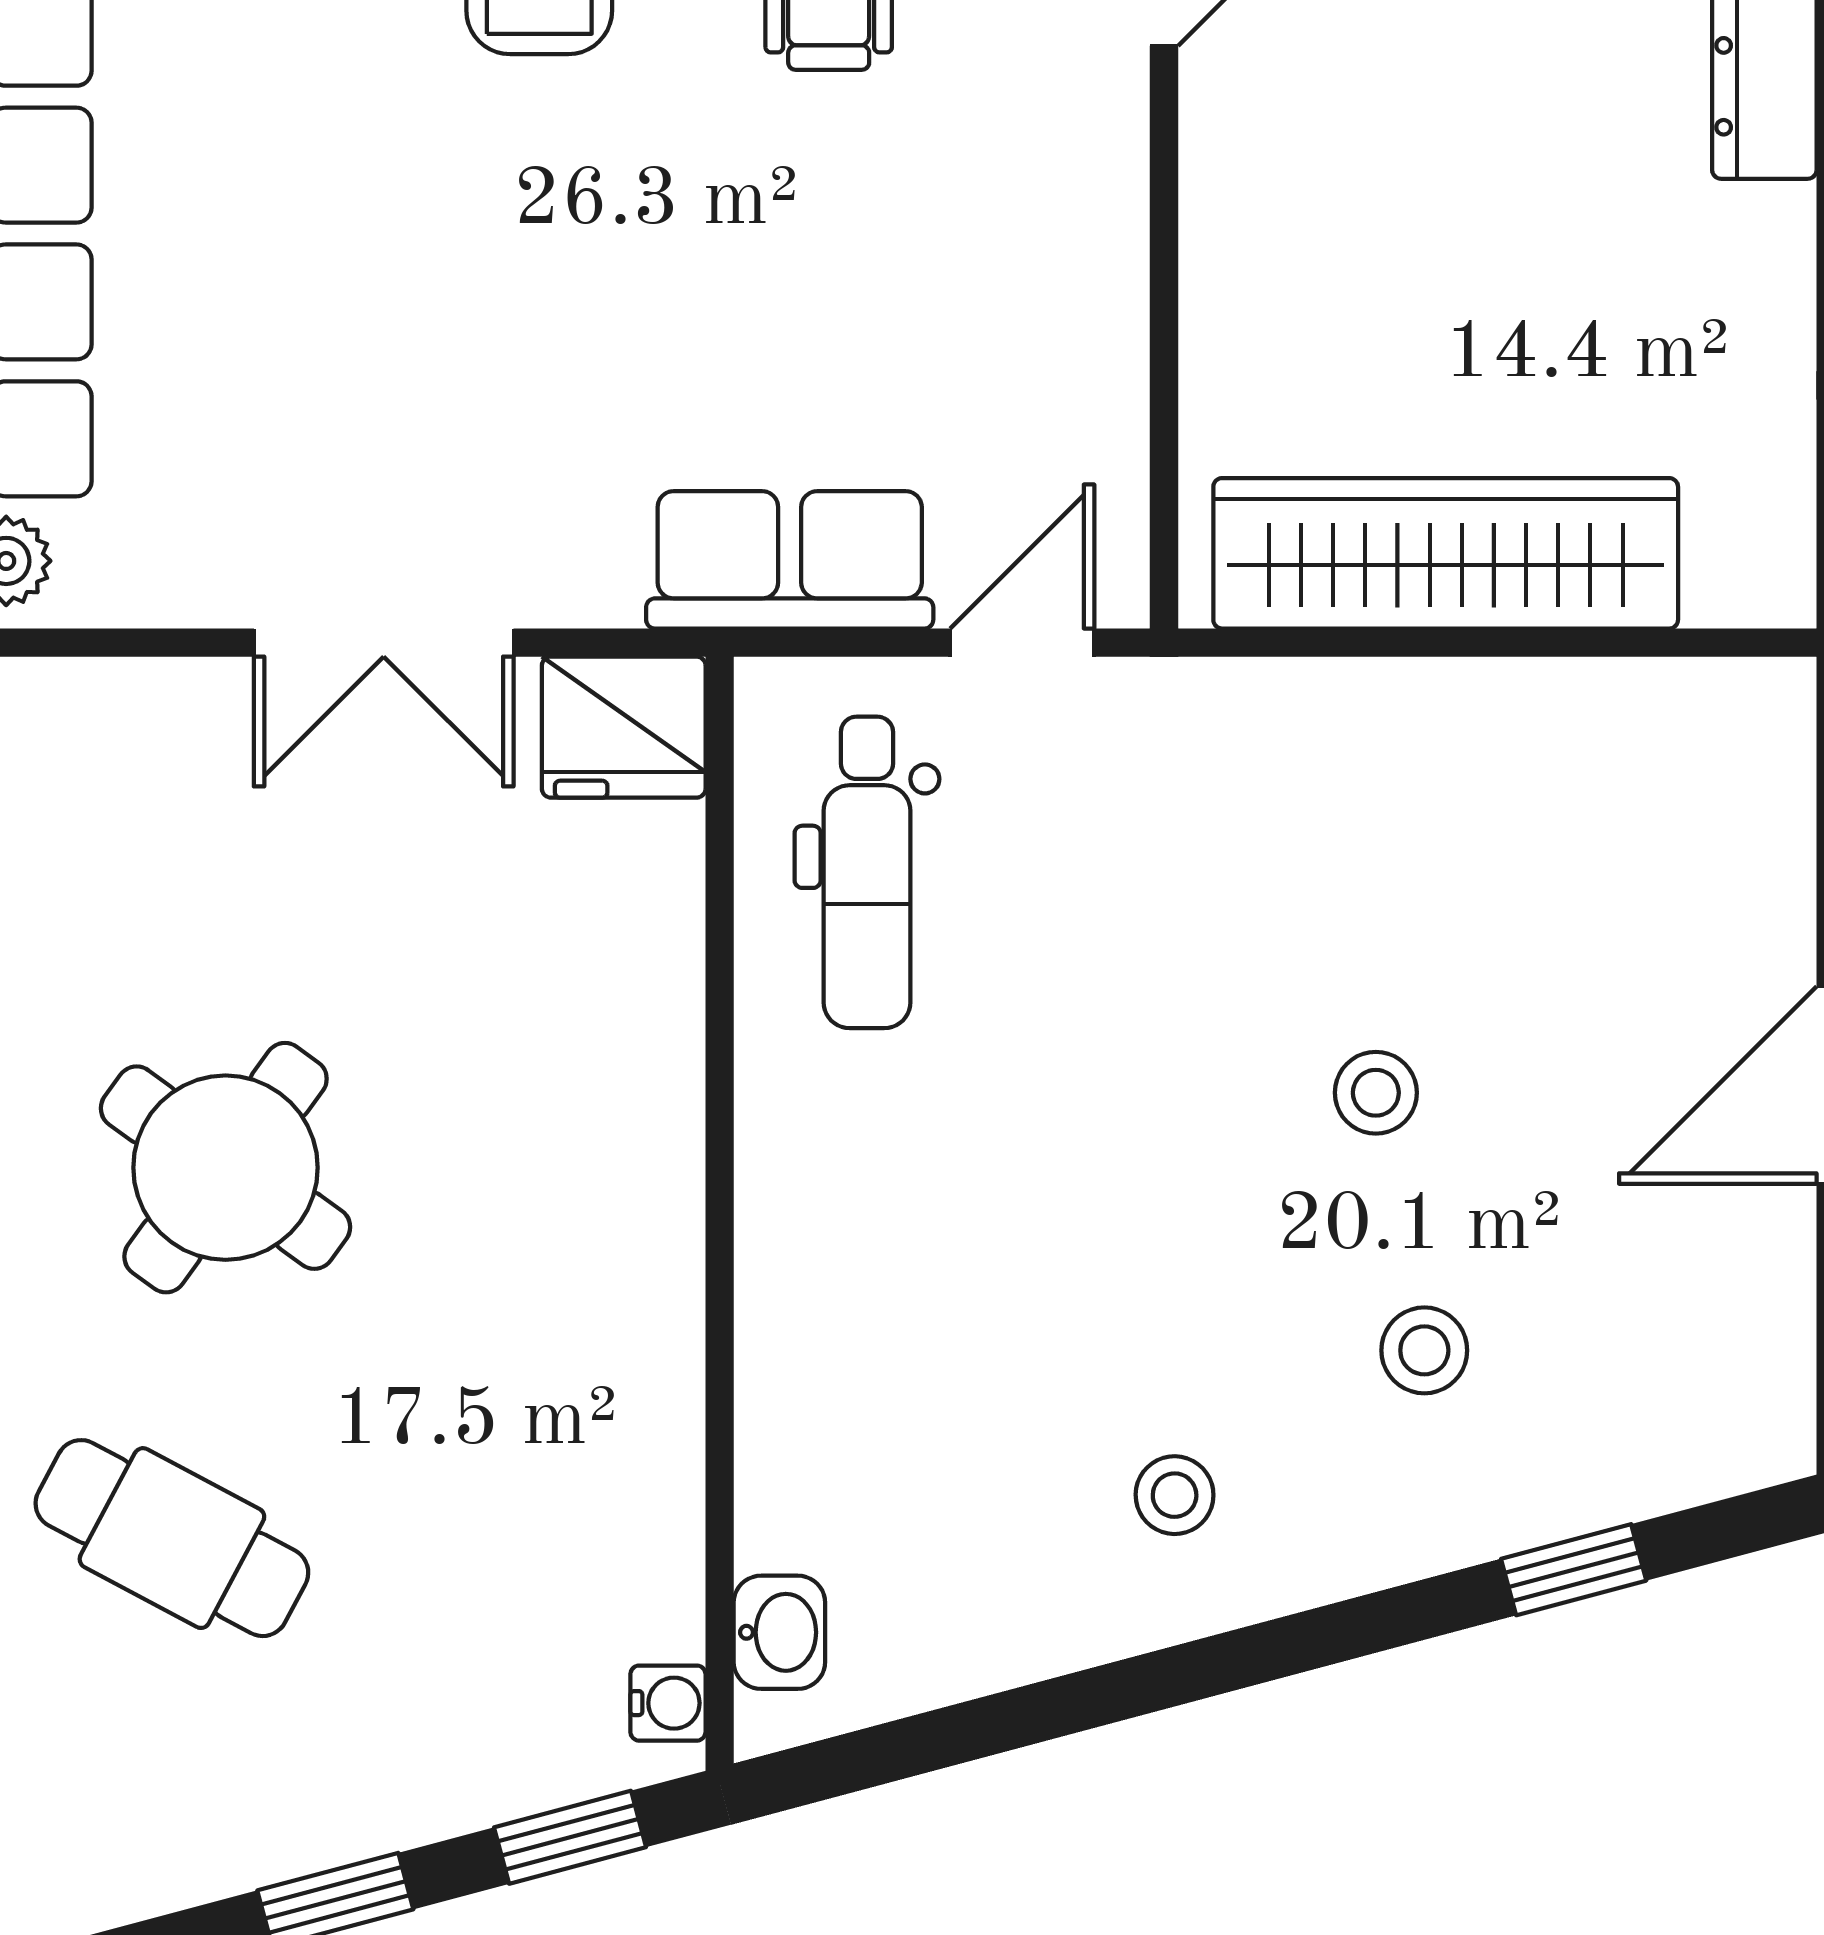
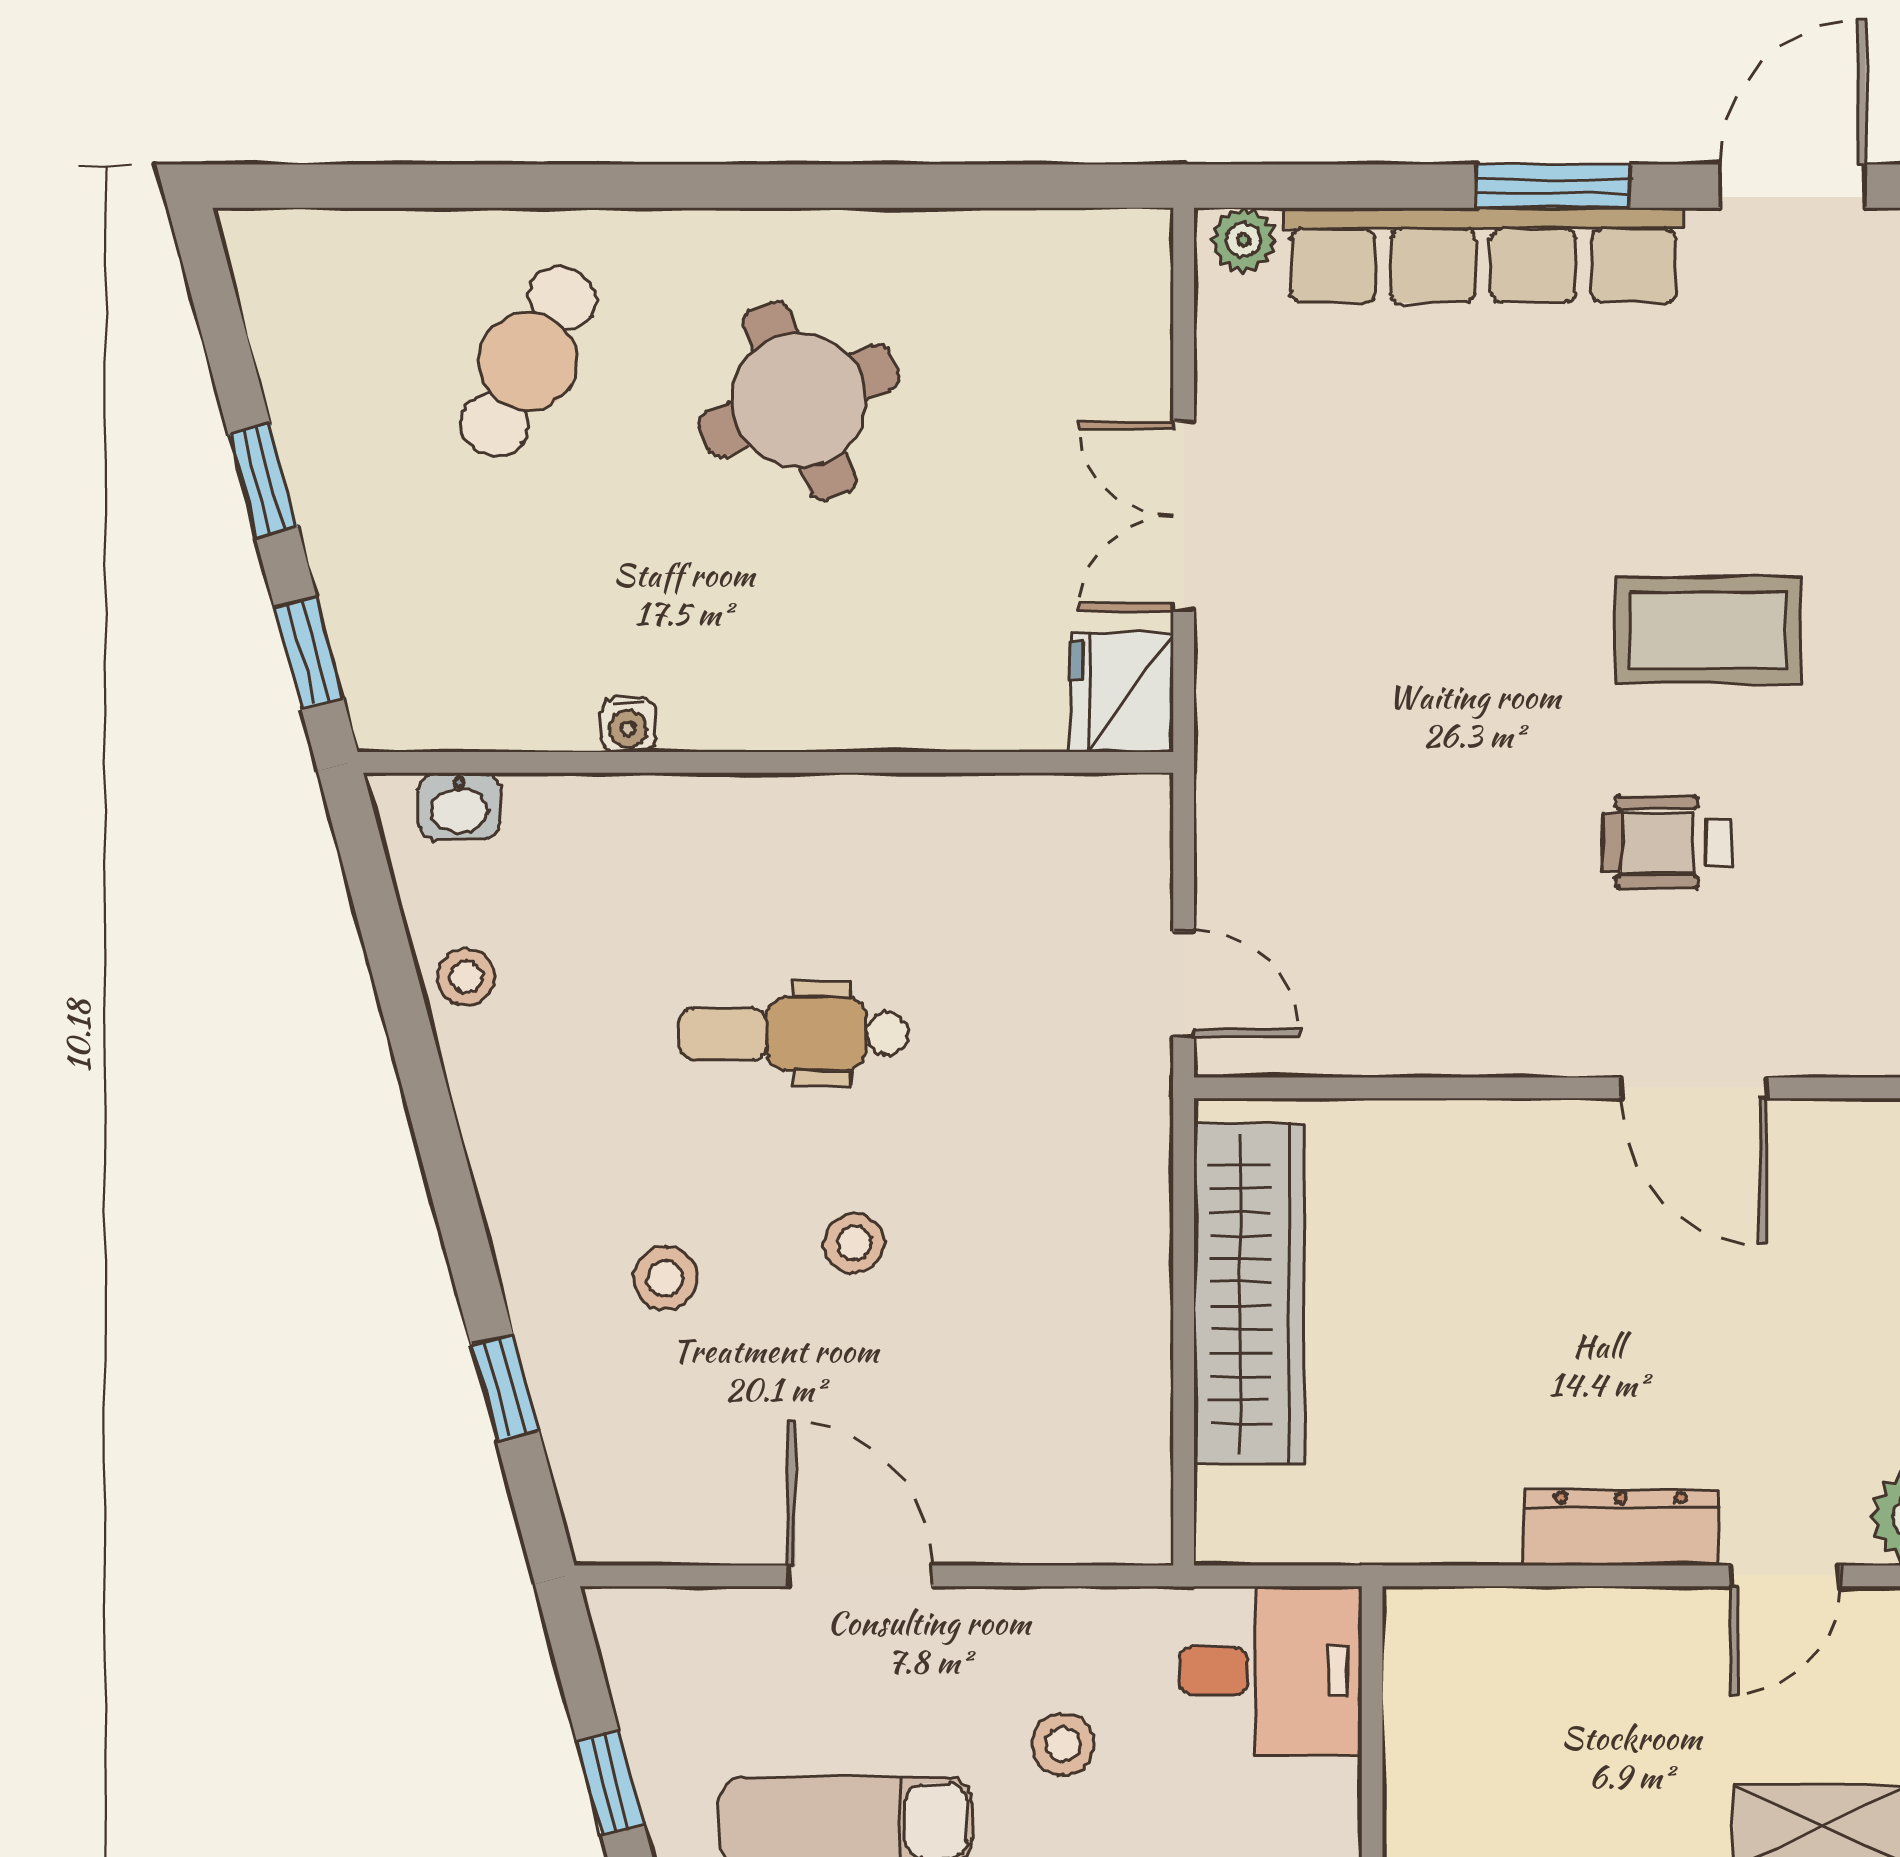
row of seats: (790, 560) -> (1244, 814), removed
dental chair: (867, 872) -> (794, 1034), moved
round table: (226, 1168) -> (799, 401), turned 32
stool: (1175, 1495) -> (466, 977), moved
water cooler: (668, 1703) -> (628, 725), moved

